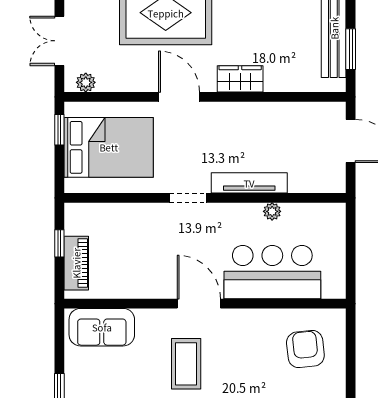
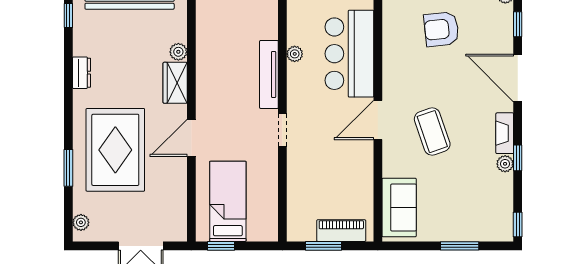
plant: (86, 82) -> (178, 52), moved
bed: (109, 147) -> (228, 201), width x0.67
window: (59, 243) -> (324, 246), width x1.50
armchair: (305, 349) -> (441, 29), moved
coffee table: (186, 364) -> (432, 132), turned 71

